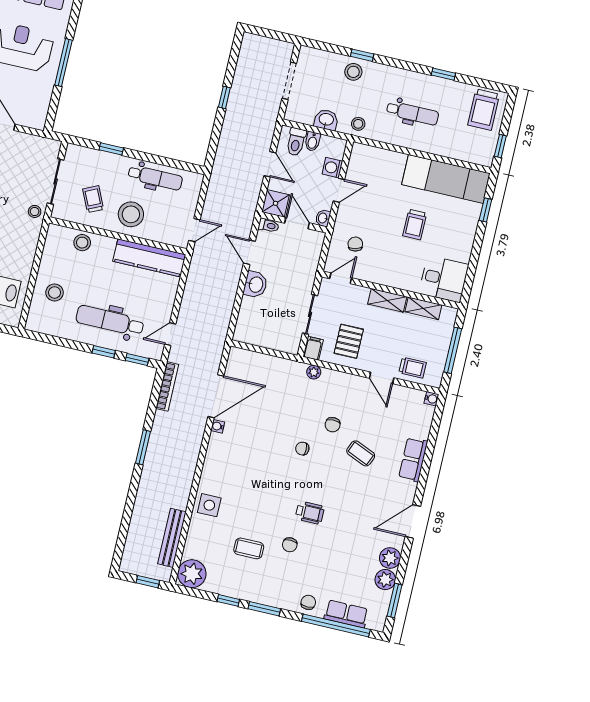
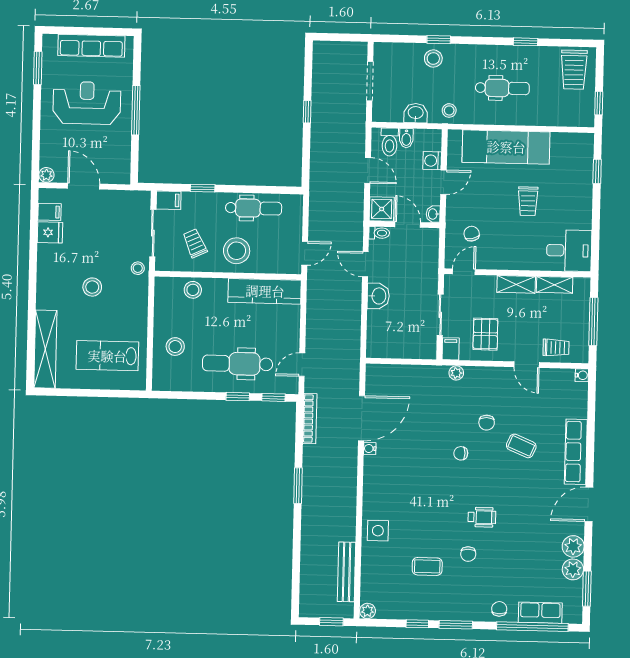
filing cabinet: (77, 154) -> (169, 200), added
exam couch: (446, 179) -> (506, 147), moved
row of seats: (413, 460) -> (576, 452), width x1.48
plant: (192, 574) -> (368, 611), width x0.53, depth x0.53

